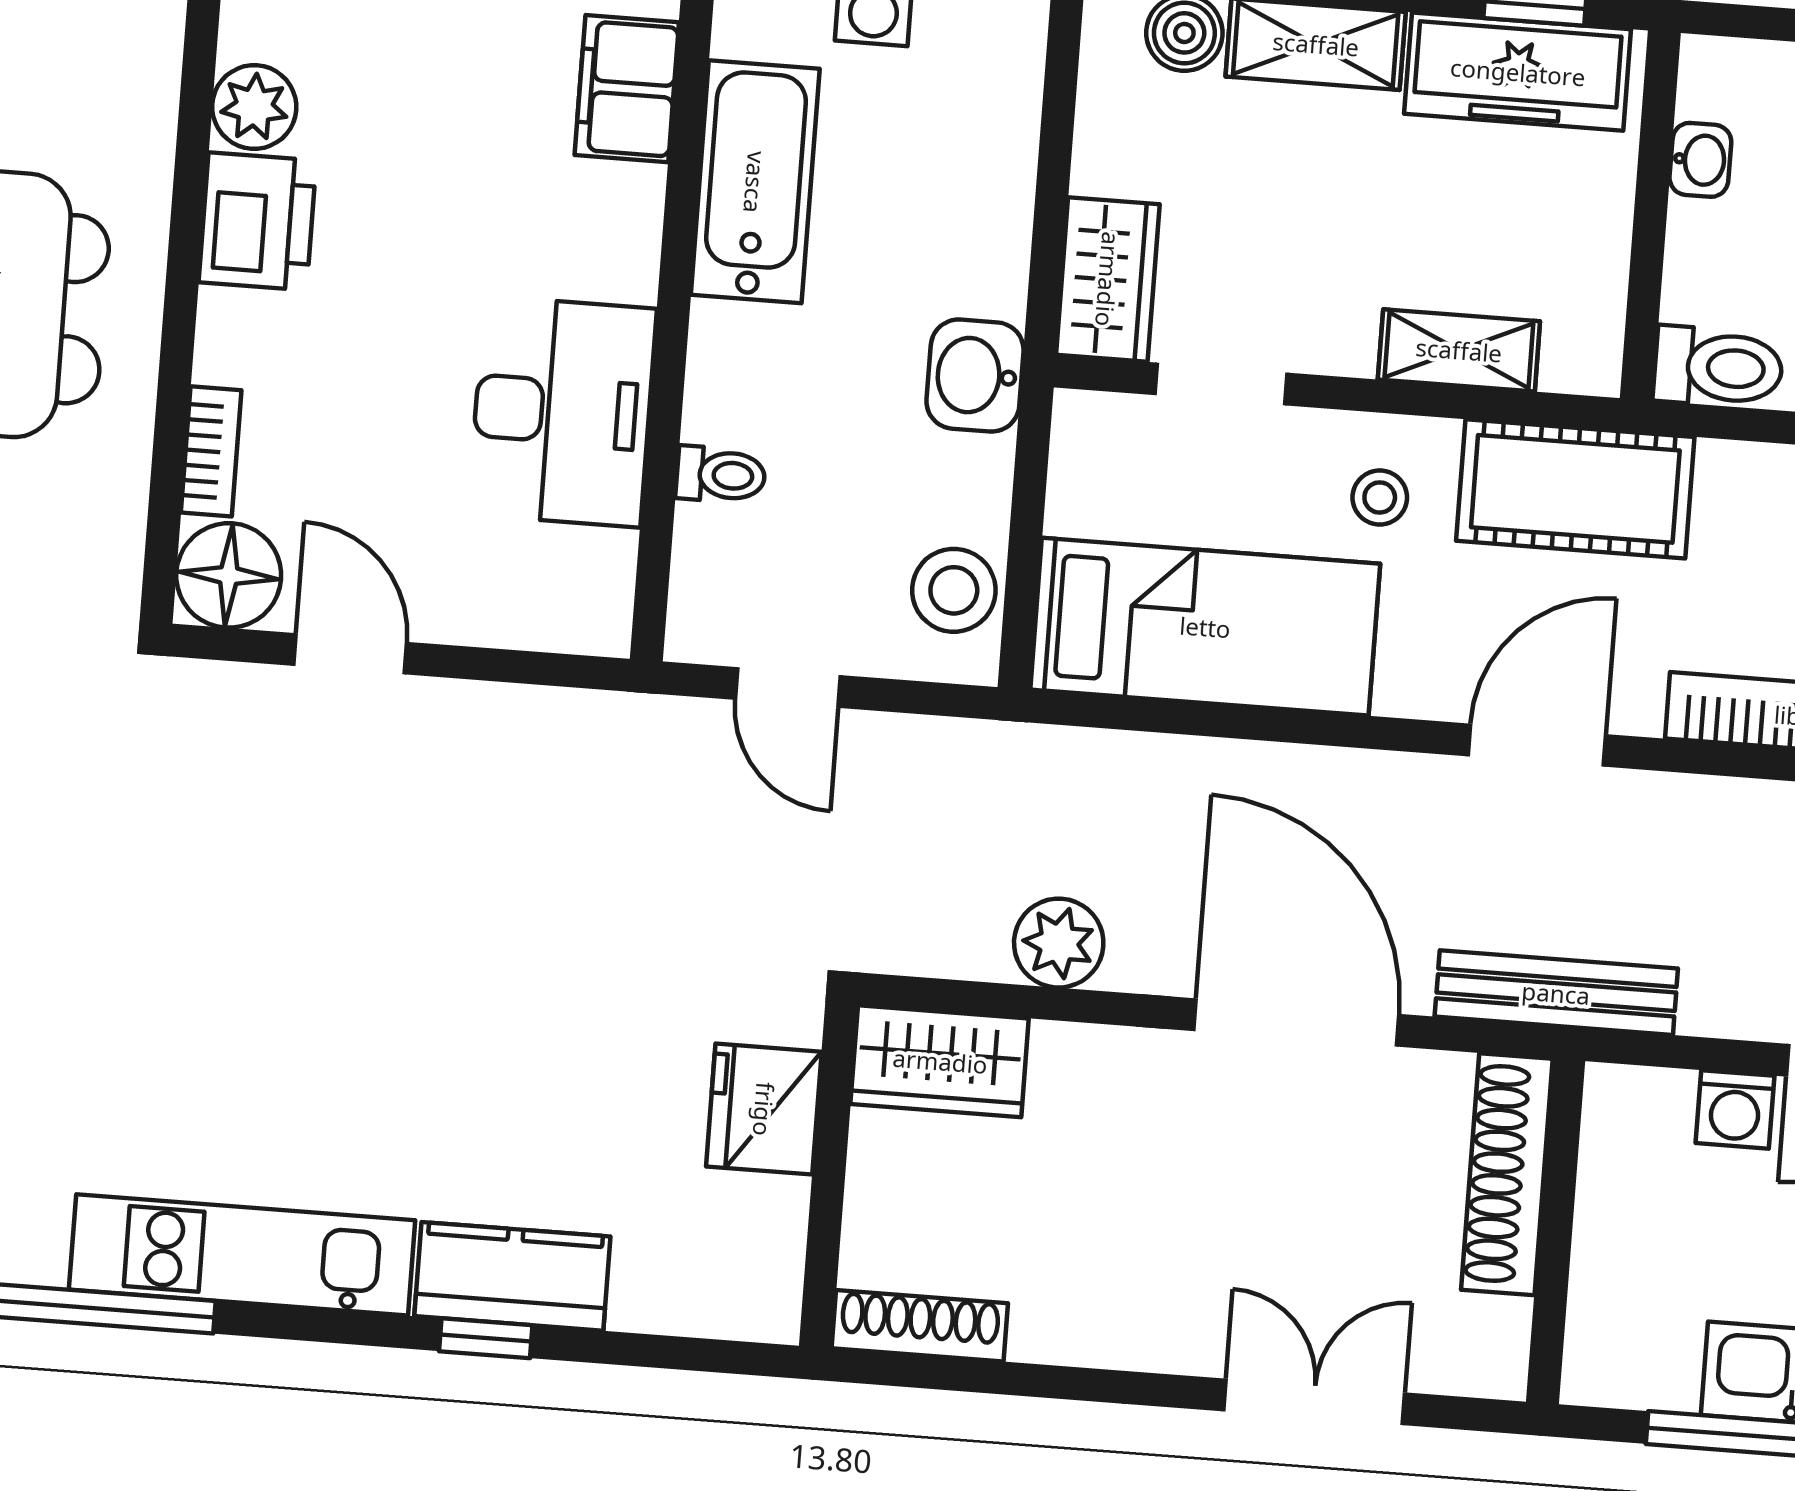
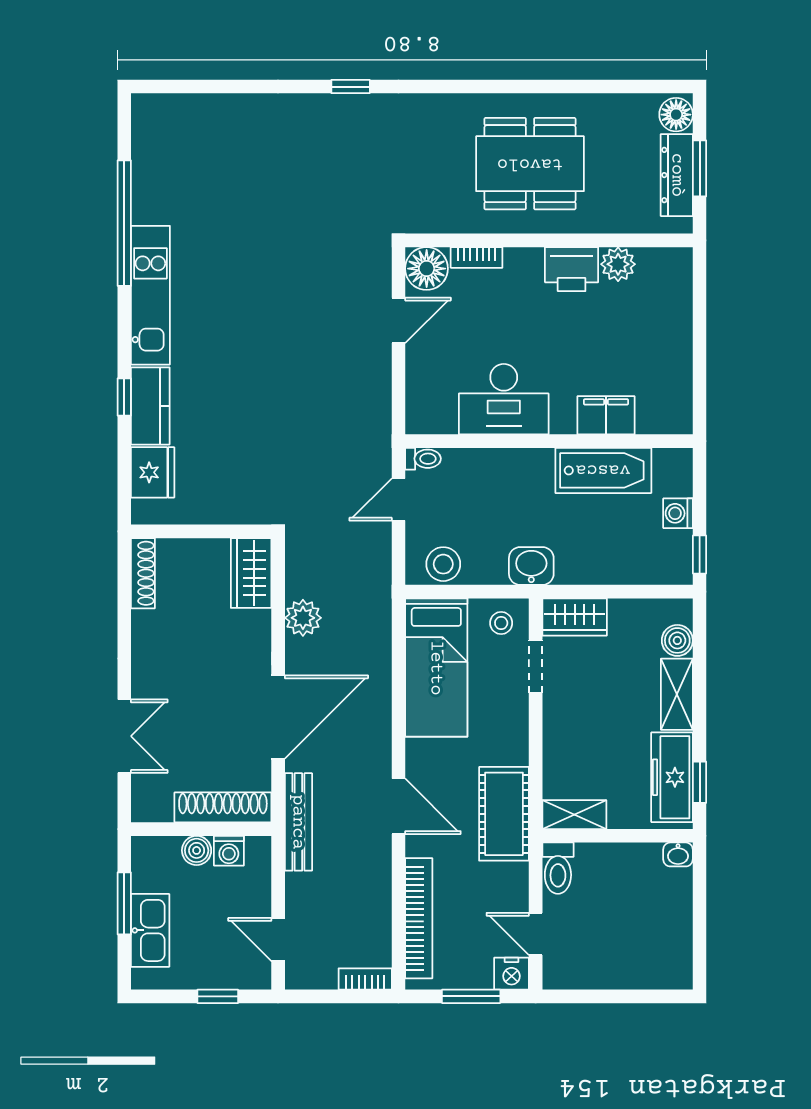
filing cabinet: (627, 89) -> (606, 415), moved
washbasin: (1700, 160) -> (678, 854), moved
shelving: (1459, 350) -> (574, 815), moved, turned 90
toilet: (721, 475) -> (423, 459), moved, turned -90
stool: (1380, 497) -> (501, 623), moved
fridge: (764, 1109) -> (153, 472), moved, turned 90
washing machine: (1735, 1109) -> (229, 851), moved, turned -90
boiler: (1607, 1247) -> (197, 850), added

